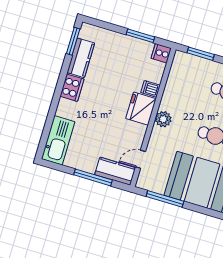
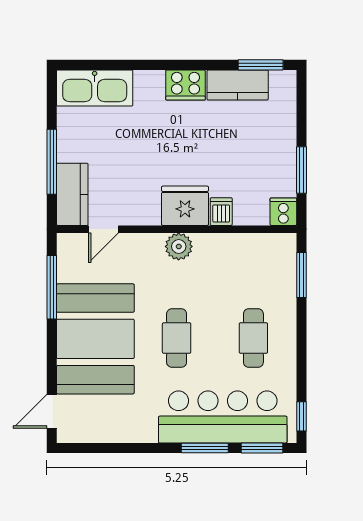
door: (141, 159) -> (104, 229), swing flipped

